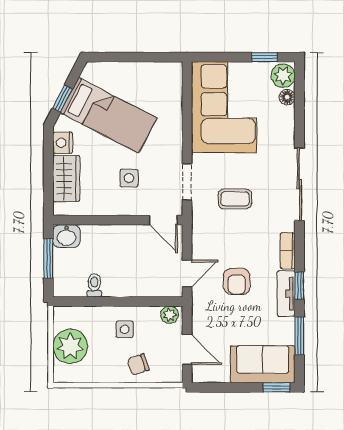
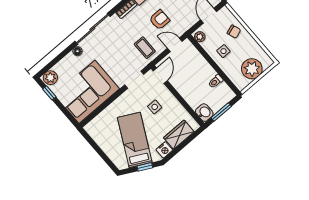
floor lamp: (287, 97) -> (77, 51), moved
coffee table: (235, 199) -> (145, 48), moved

